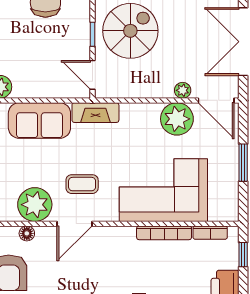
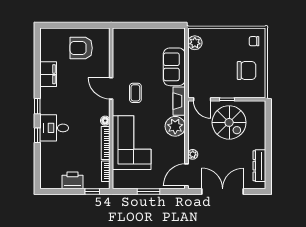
door: (92, 75) -> (202, 99), swing flipped
plant: (177, 119) -> (175, 126), moved
plant: (35, 205) -> (123, 64), removed
floor lamp: (27, 233) -> (105, 121), moved

